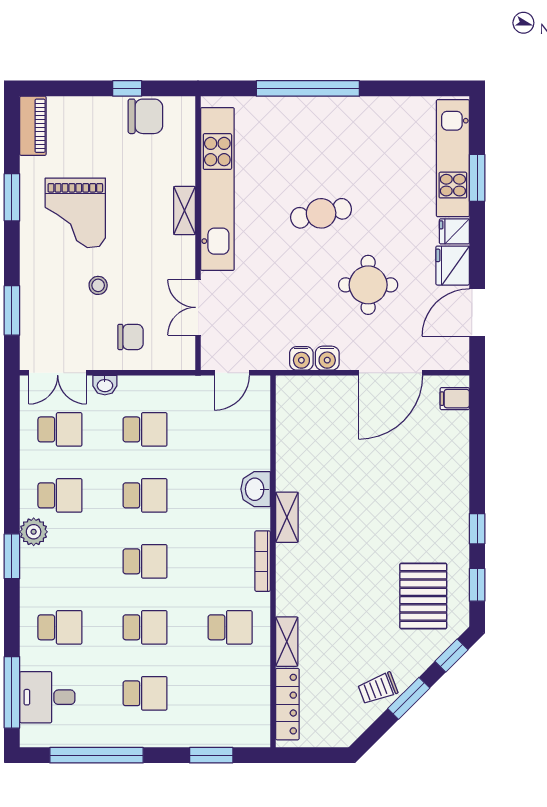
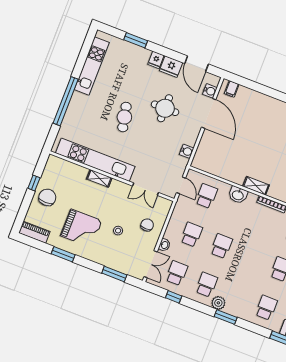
chair: (145, 116) -> (47, 197), moved
kitchen unit: (453, 158) -> (92, 66), moved, turned -90
water cooler: (327, 358) -> (210, 91), moved
window: (12, 441) -> (174, 297), added
school desk: (145, 561) -> (206, 196), moved

